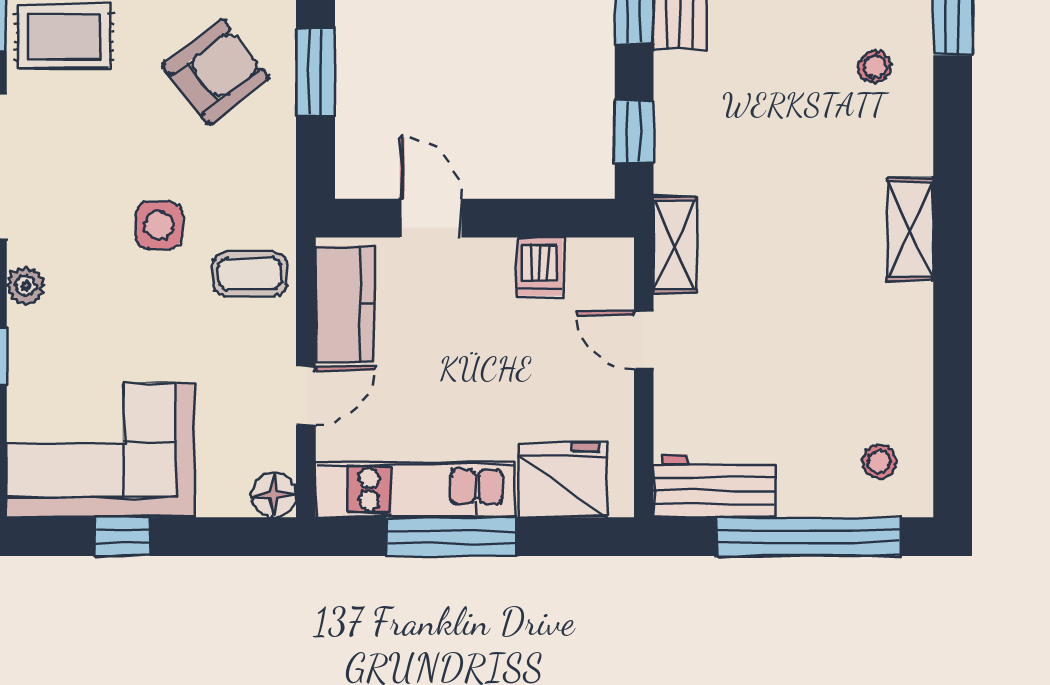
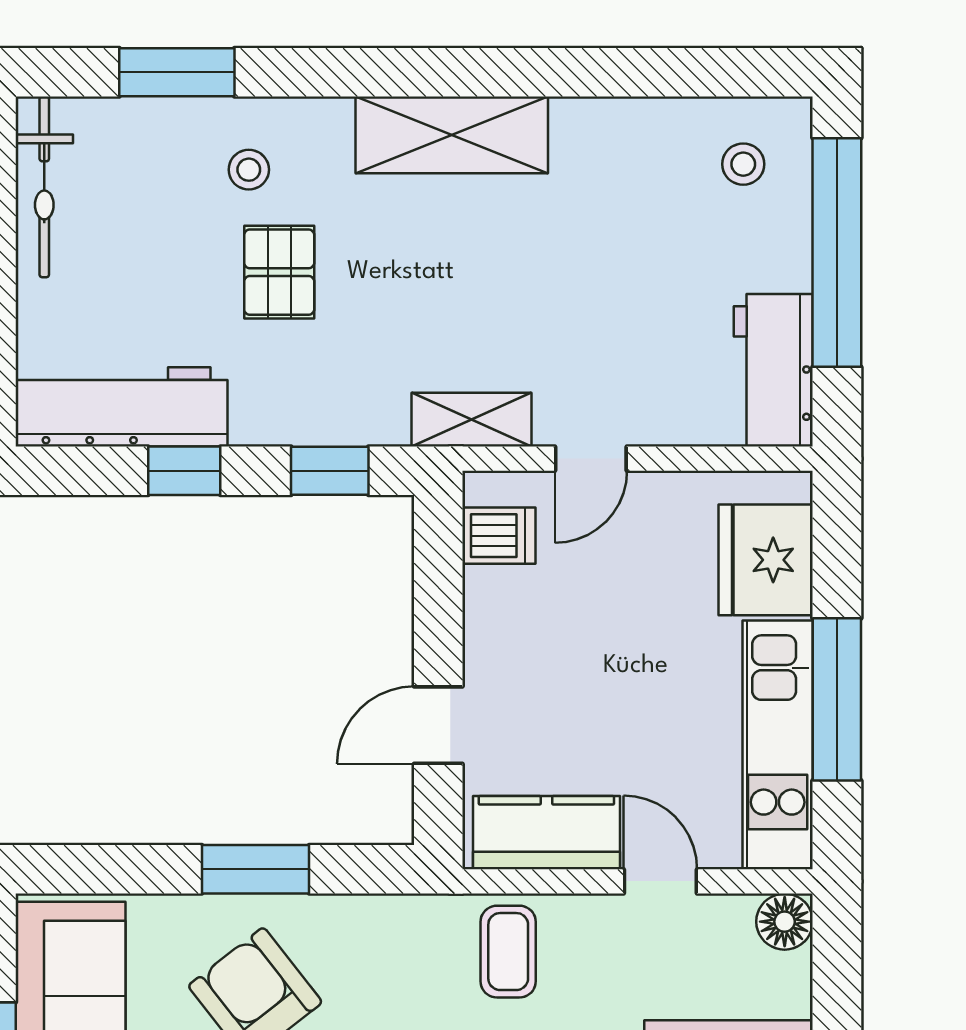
pallet: (793, 91) -> (279, 272), added
shelving: (910, 229) -> (452, 135), width x1.50, depth x1.33
dishwasher: (540, 267) -> (499, 536), moved

